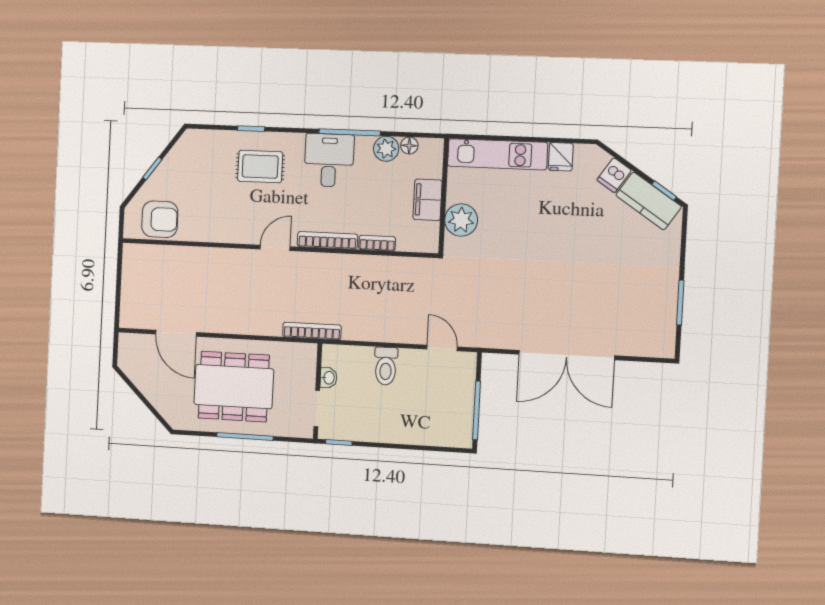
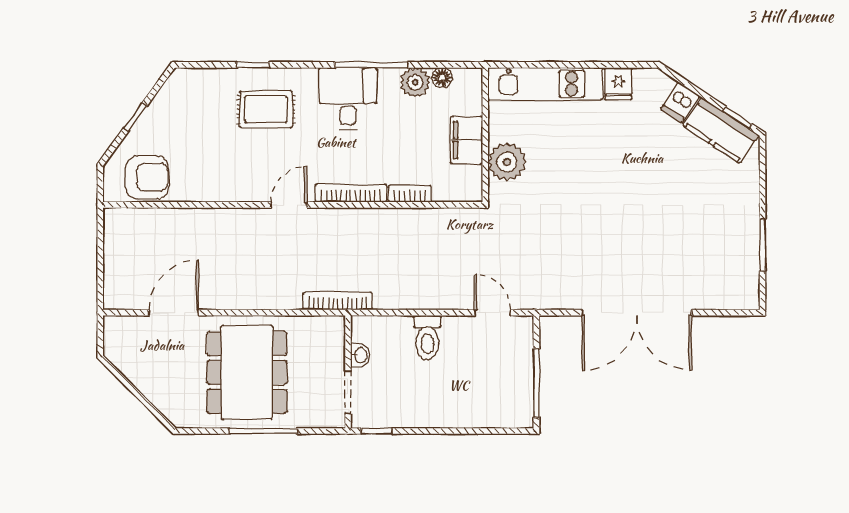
door: (176, 333) -> (174, 313), swing flipped
dining table: (234, 387) -> (247, 372), turned 90

